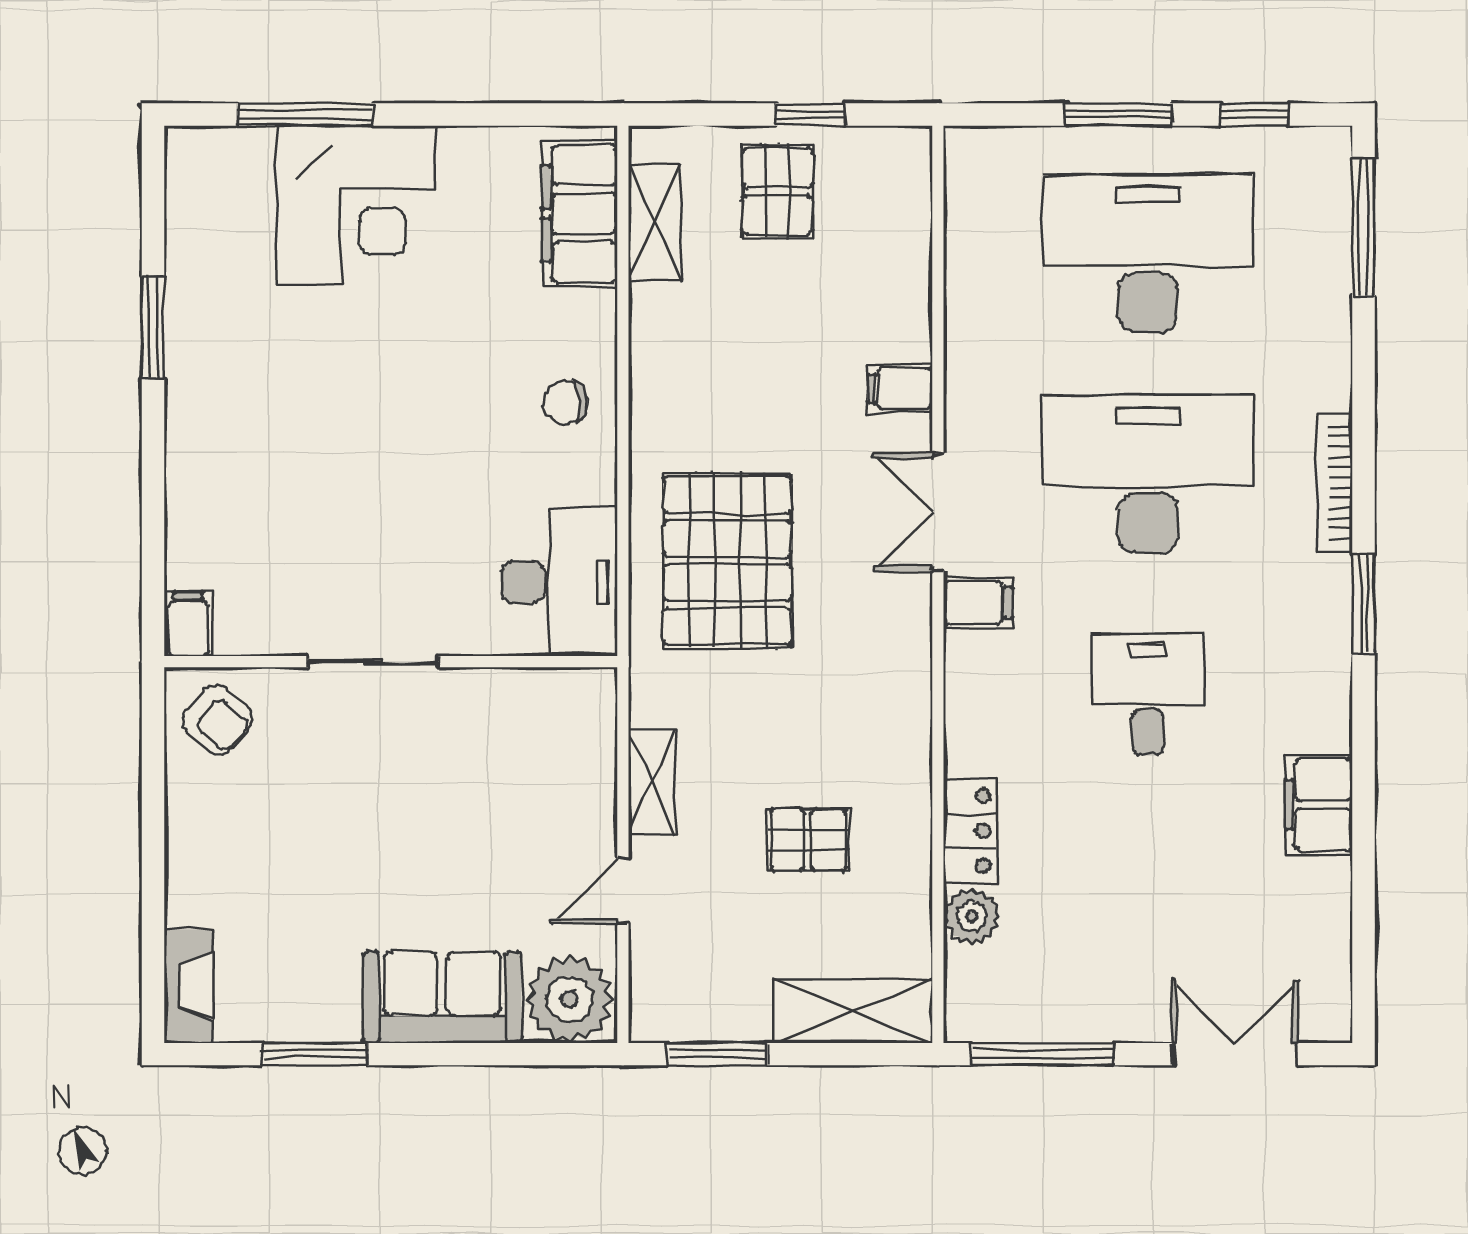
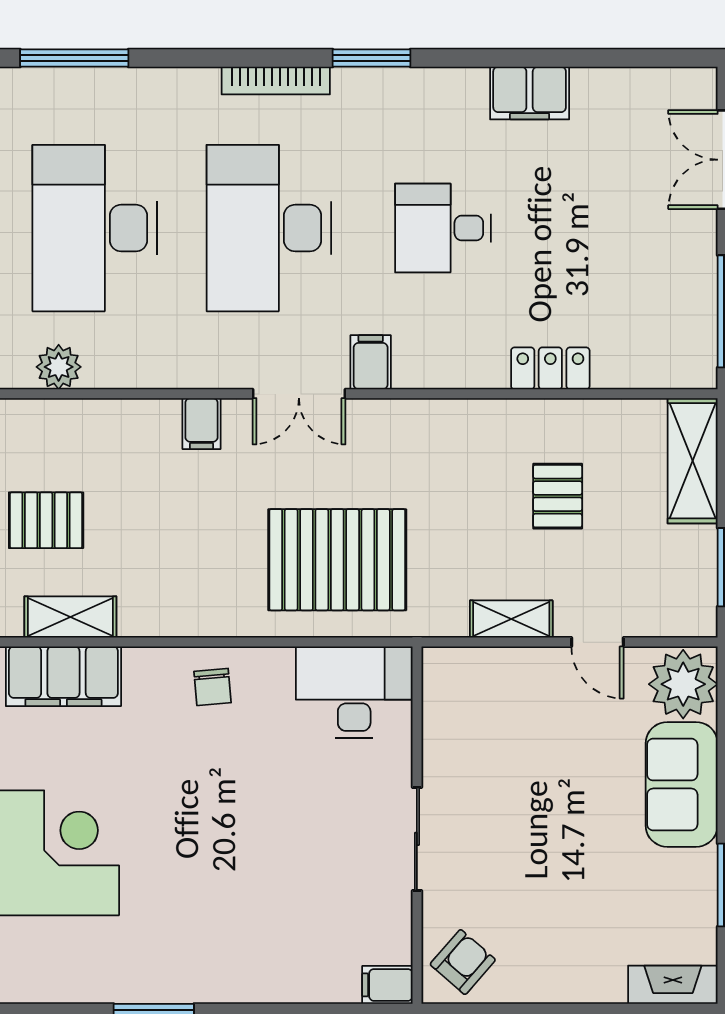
plant: (972, 916) -> (59, 367), moved

